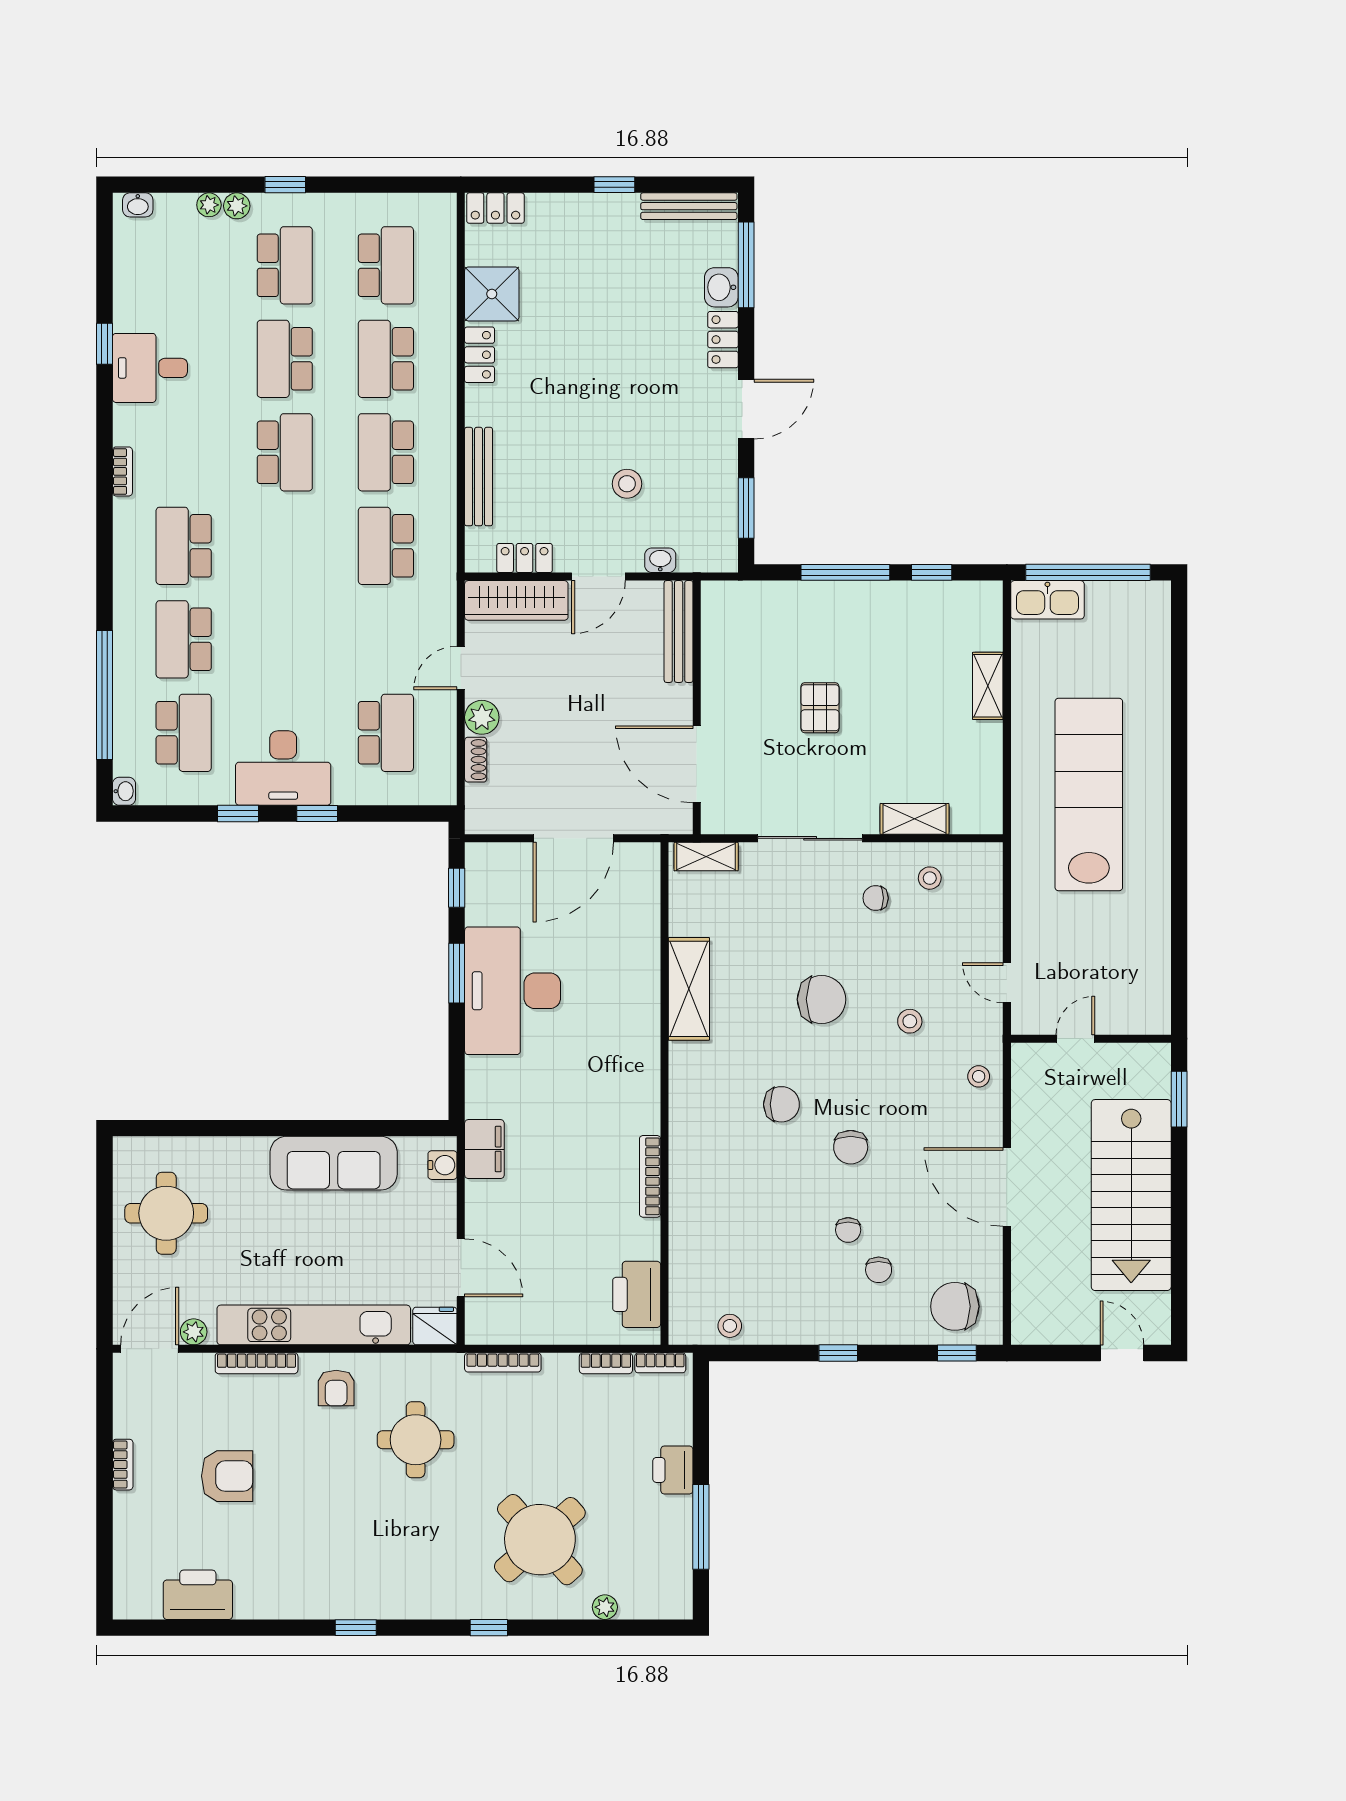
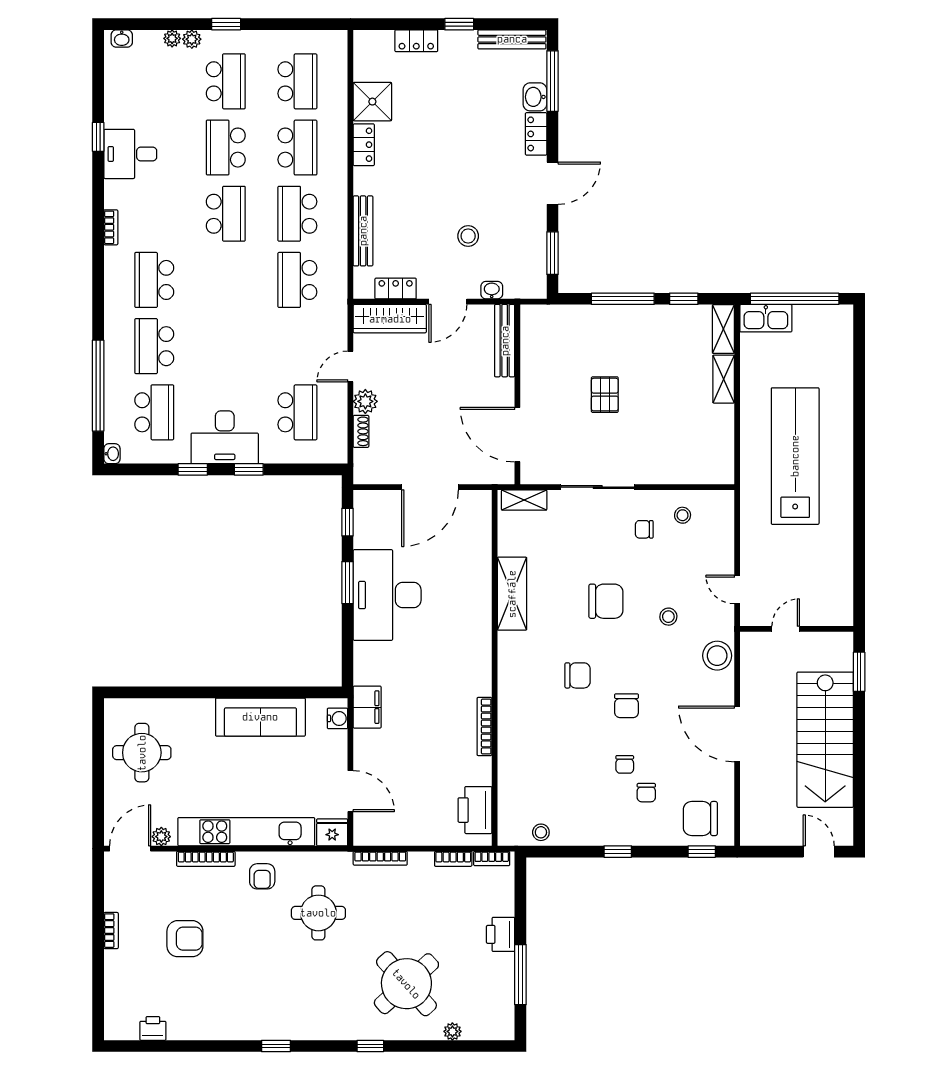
locker: (495, 208) -> (416, 41), moved
school desk: (386, 359) -> (297, 148), turned 180
shelving: (915, 819) -> (723, 329), moved, turned 90
stool: (979, 1076) -> (717, 656), width x1.89, depth x1.89
printer: (198, 1595) -> (153, 1028), width x0.53, depth x0.68

